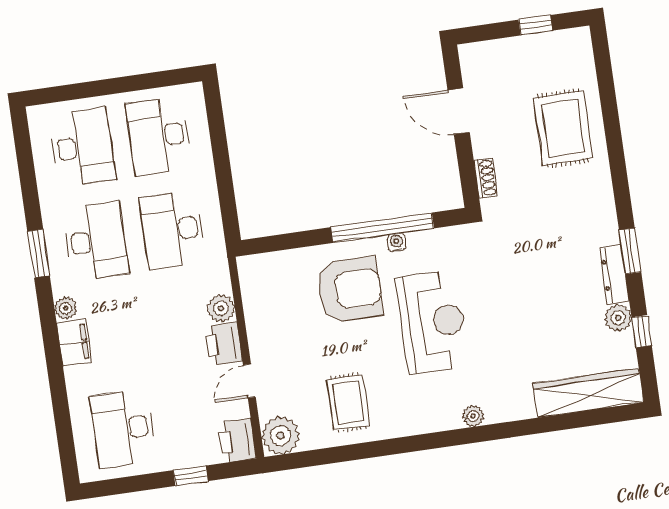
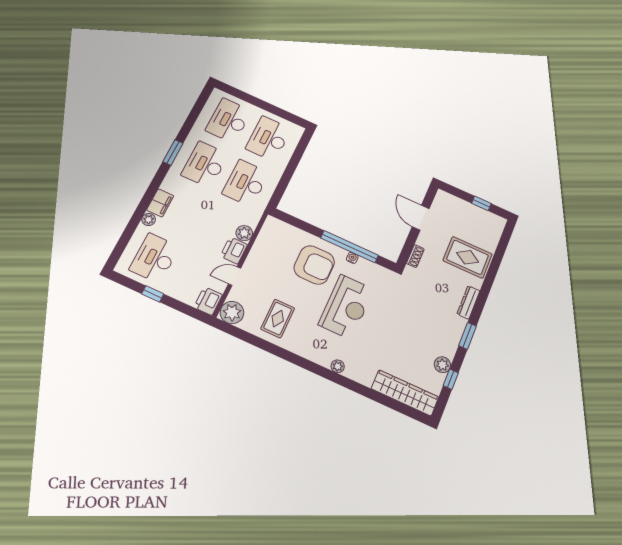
rug: (563, 128) -> (468, 257), turned 90
desk: (82, 147) -> (229, 121), turned 180
desk: (96, 241) -> (205, 165), turned 180
dresser: (614, 274) -> (468, 302), moved
plant: (66, 308) -> (149, 219), moved
window: (191, 476) -> (153, 294), moved

